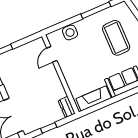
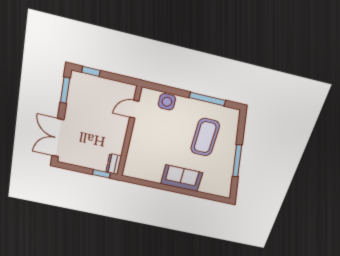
fireplace: (94, 98) -> (144, 173), removed
window: (49, 128) -> (101, 174), moved

